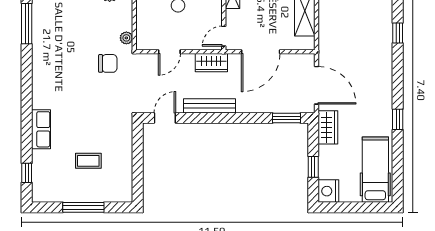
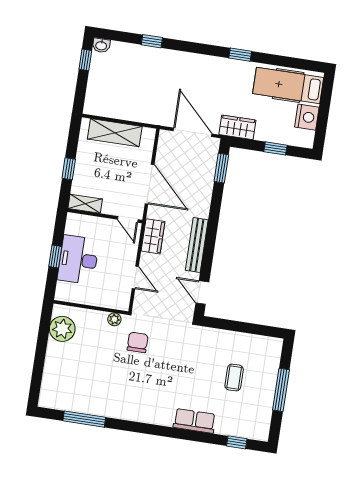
door: (317, 85) -> (193, 132), hinge flipped
nightstand: (328, 191) -> (307, 117), moved, turned -90

